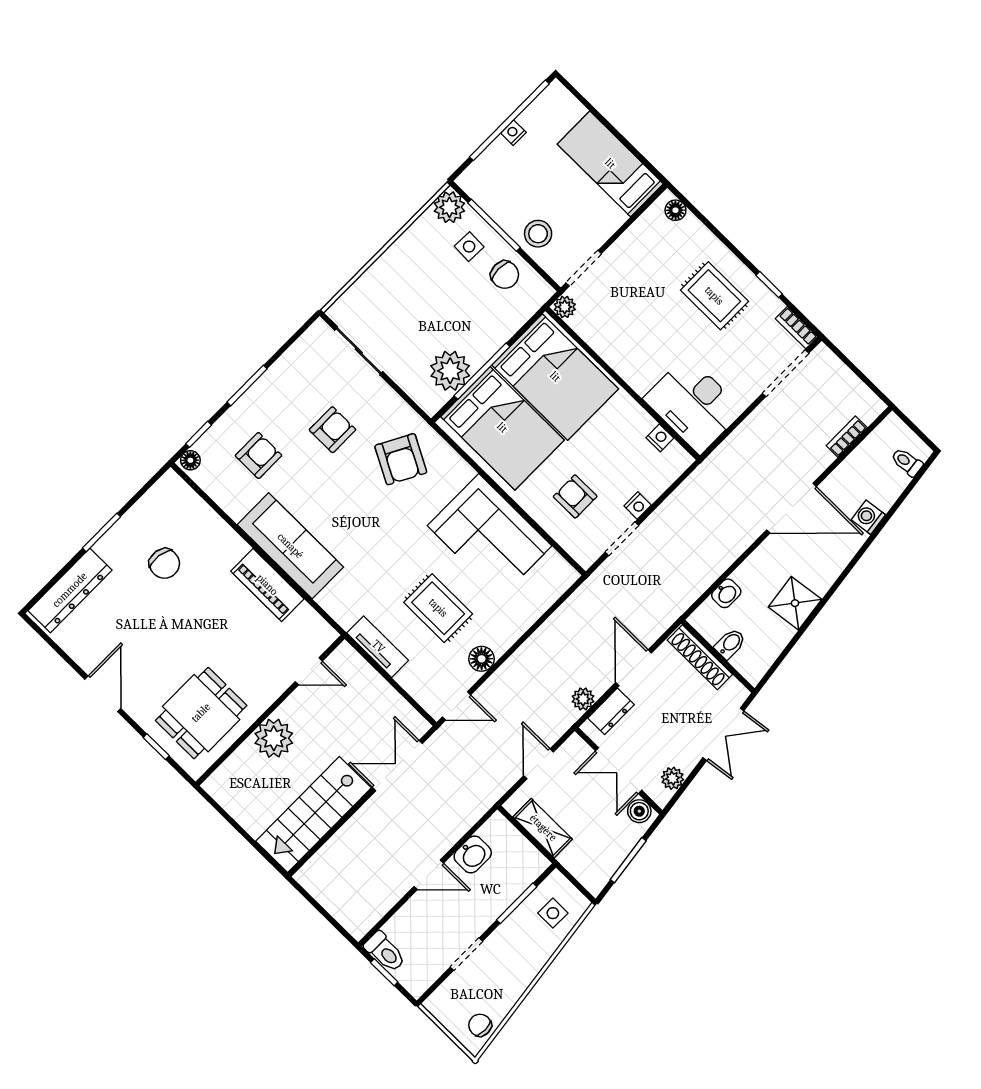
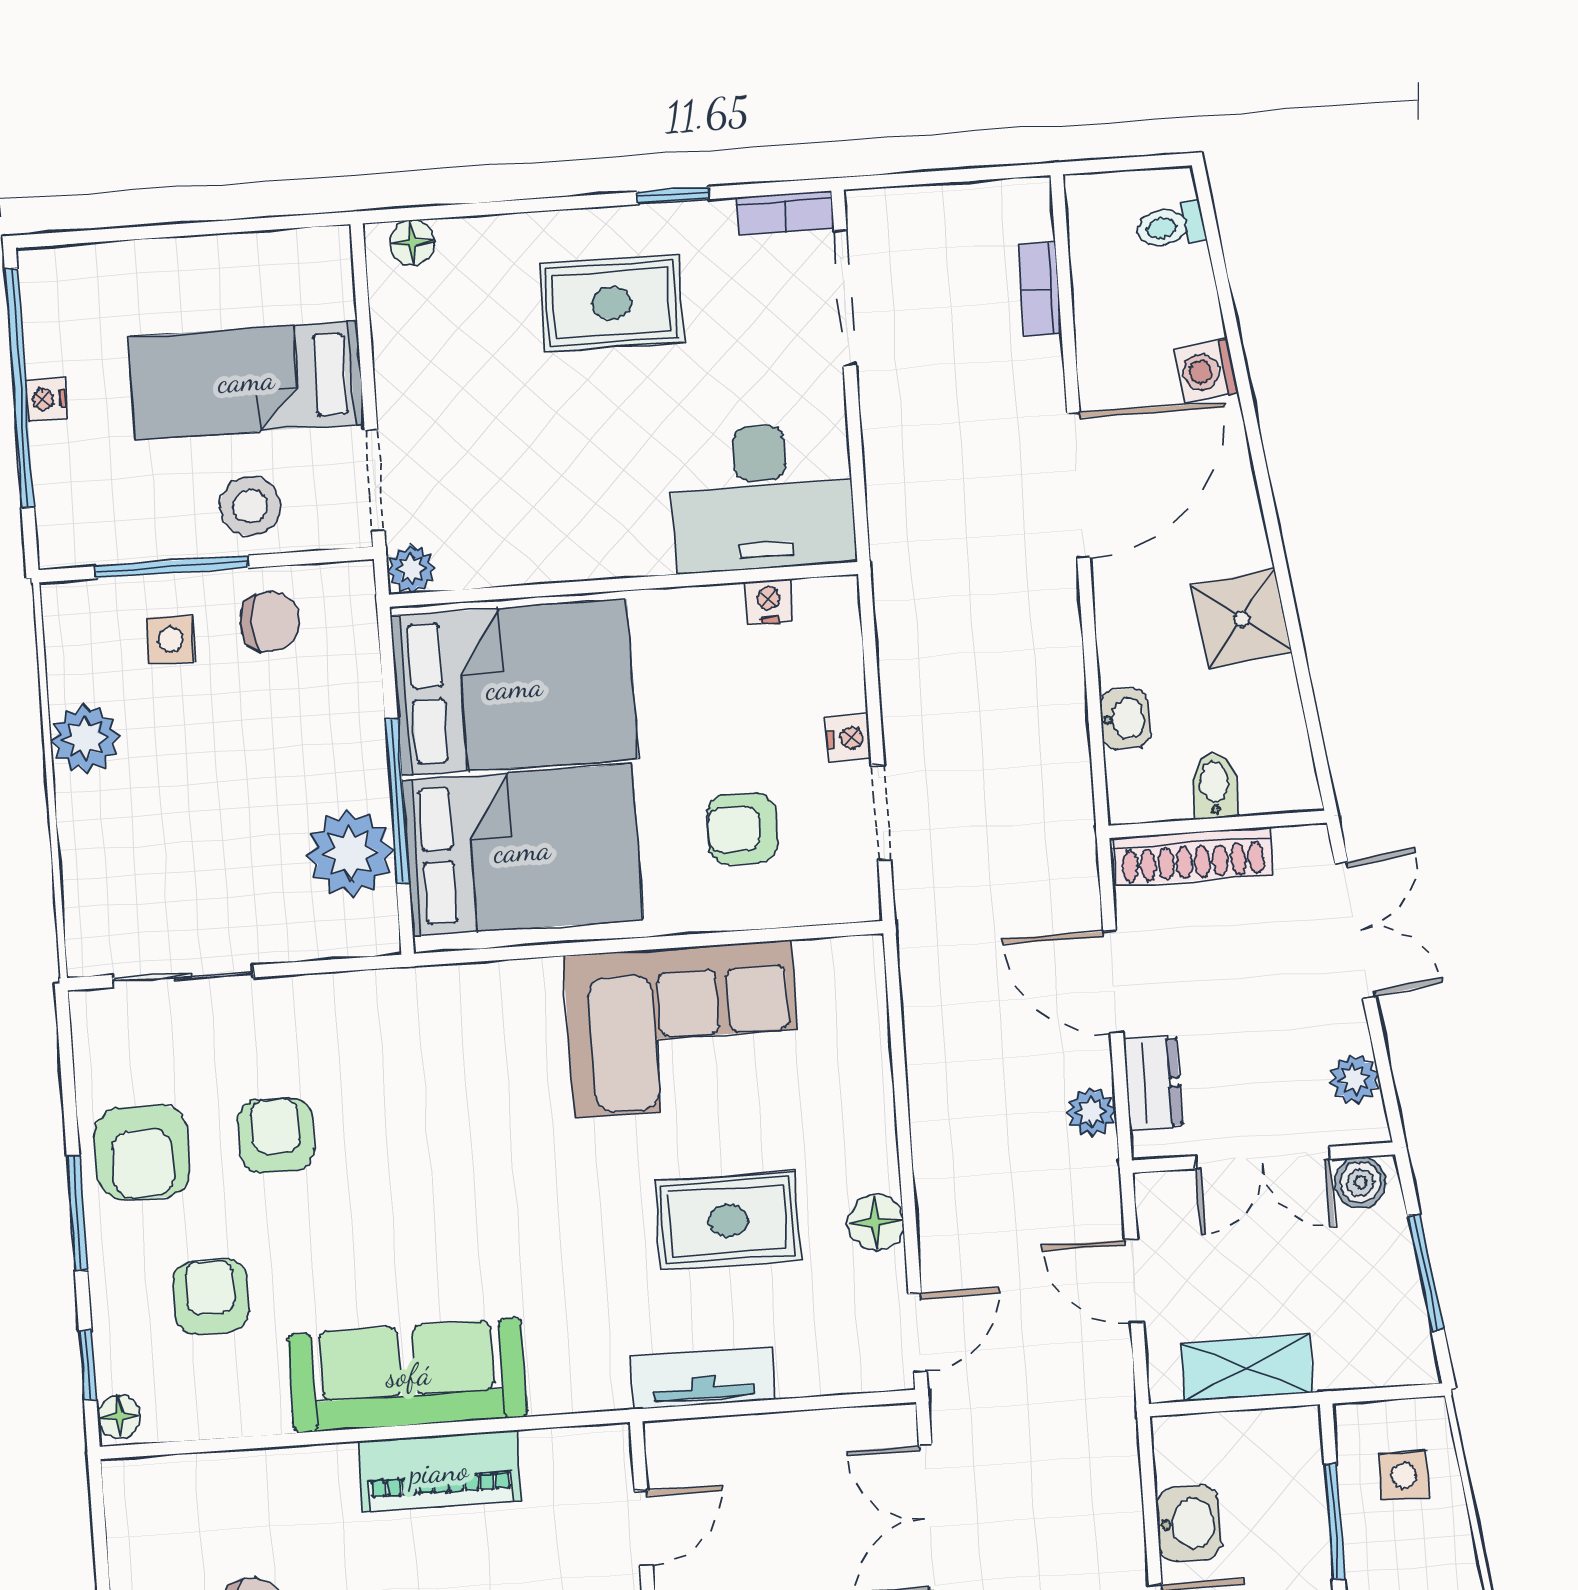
bed: (610, 164) -> (246, 380), moved
plant: (449, 207) -> (85, 739), moved
armchair: (401, 459) -> (142, 1152), moved, turned 62

